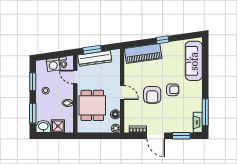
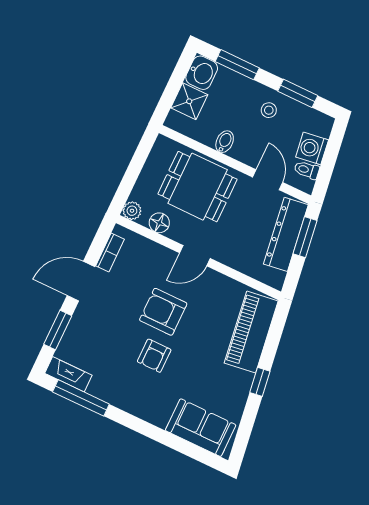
sofa: (194, 61) -> (201, 428), width x0.73
door: (75, 77) -> (268, 180), hinge flipped

